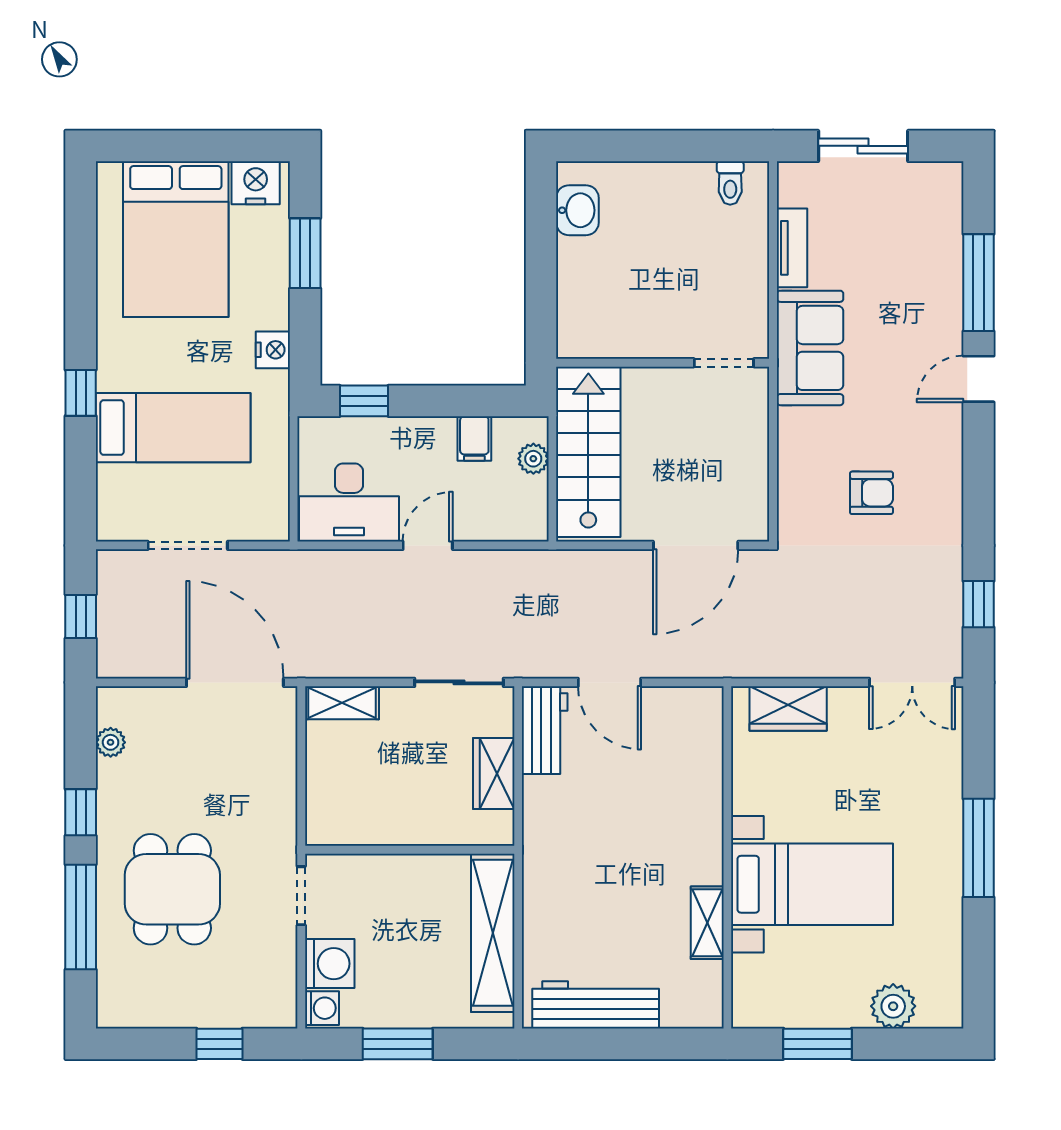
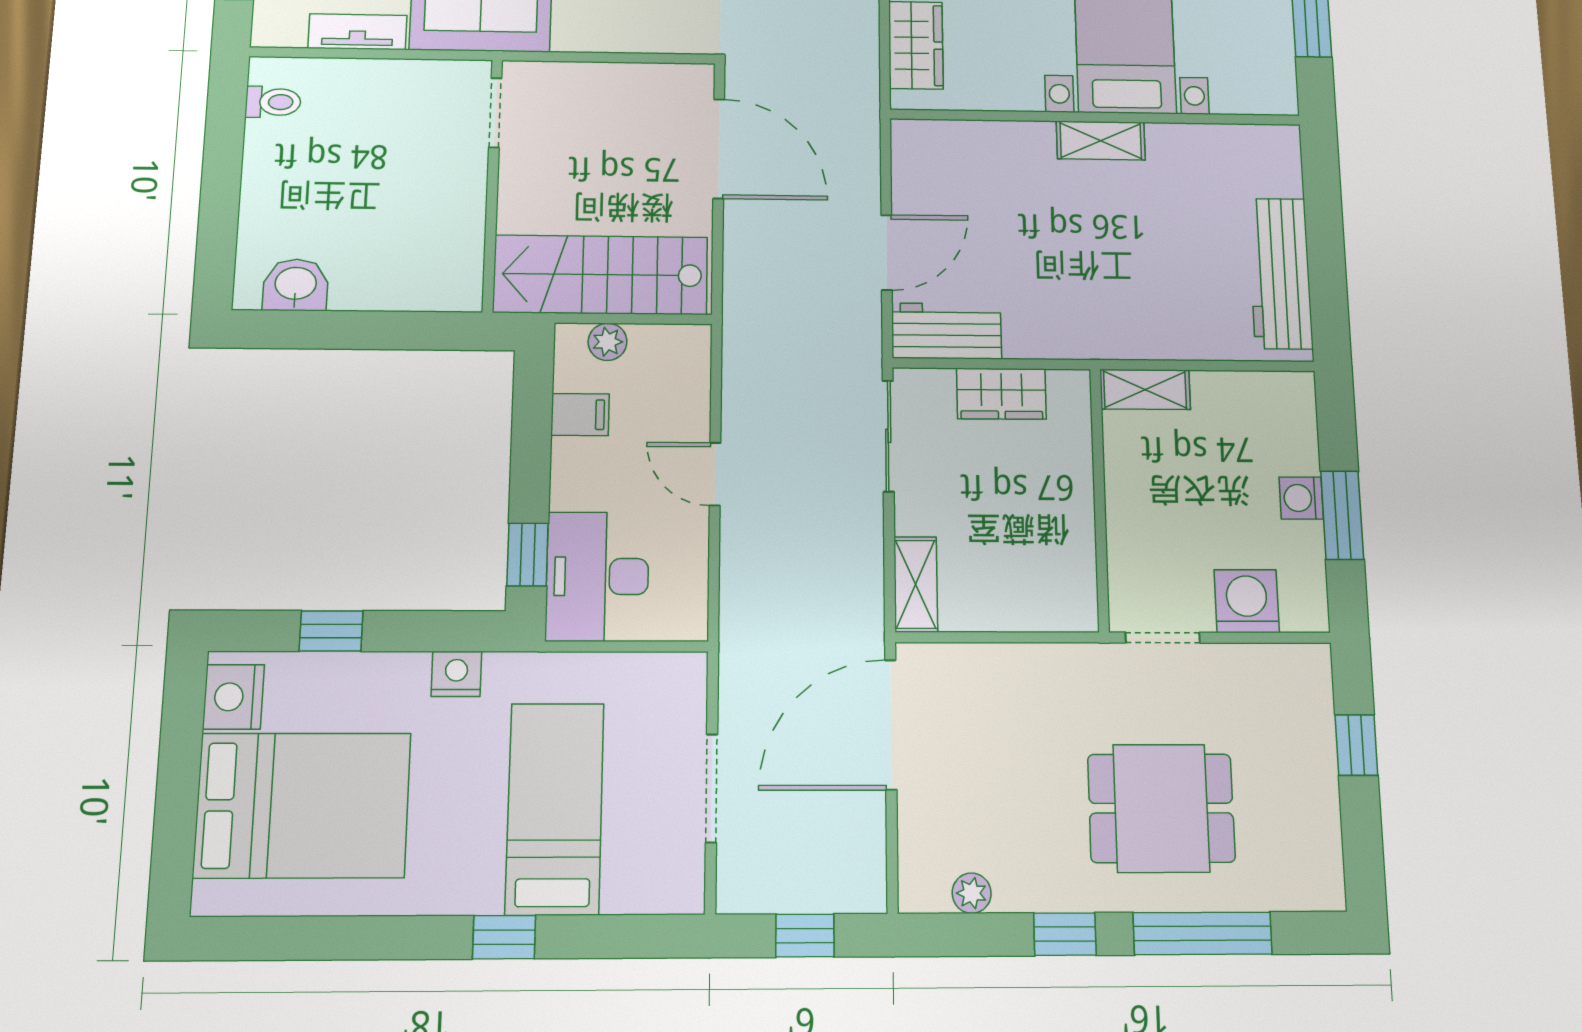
window: (305, 253) -> (331, 631), width x0.67
desk: (349, 502) -> (597, 576), moved, turned 180
shelving: (707, 923) -> (1101, 140), moved
shelving: (493, 933) -> (1145, 389), width x0.45, depth x0.75
washing machine: (322, 1008) -> (1301, 498), moved, turned -90

